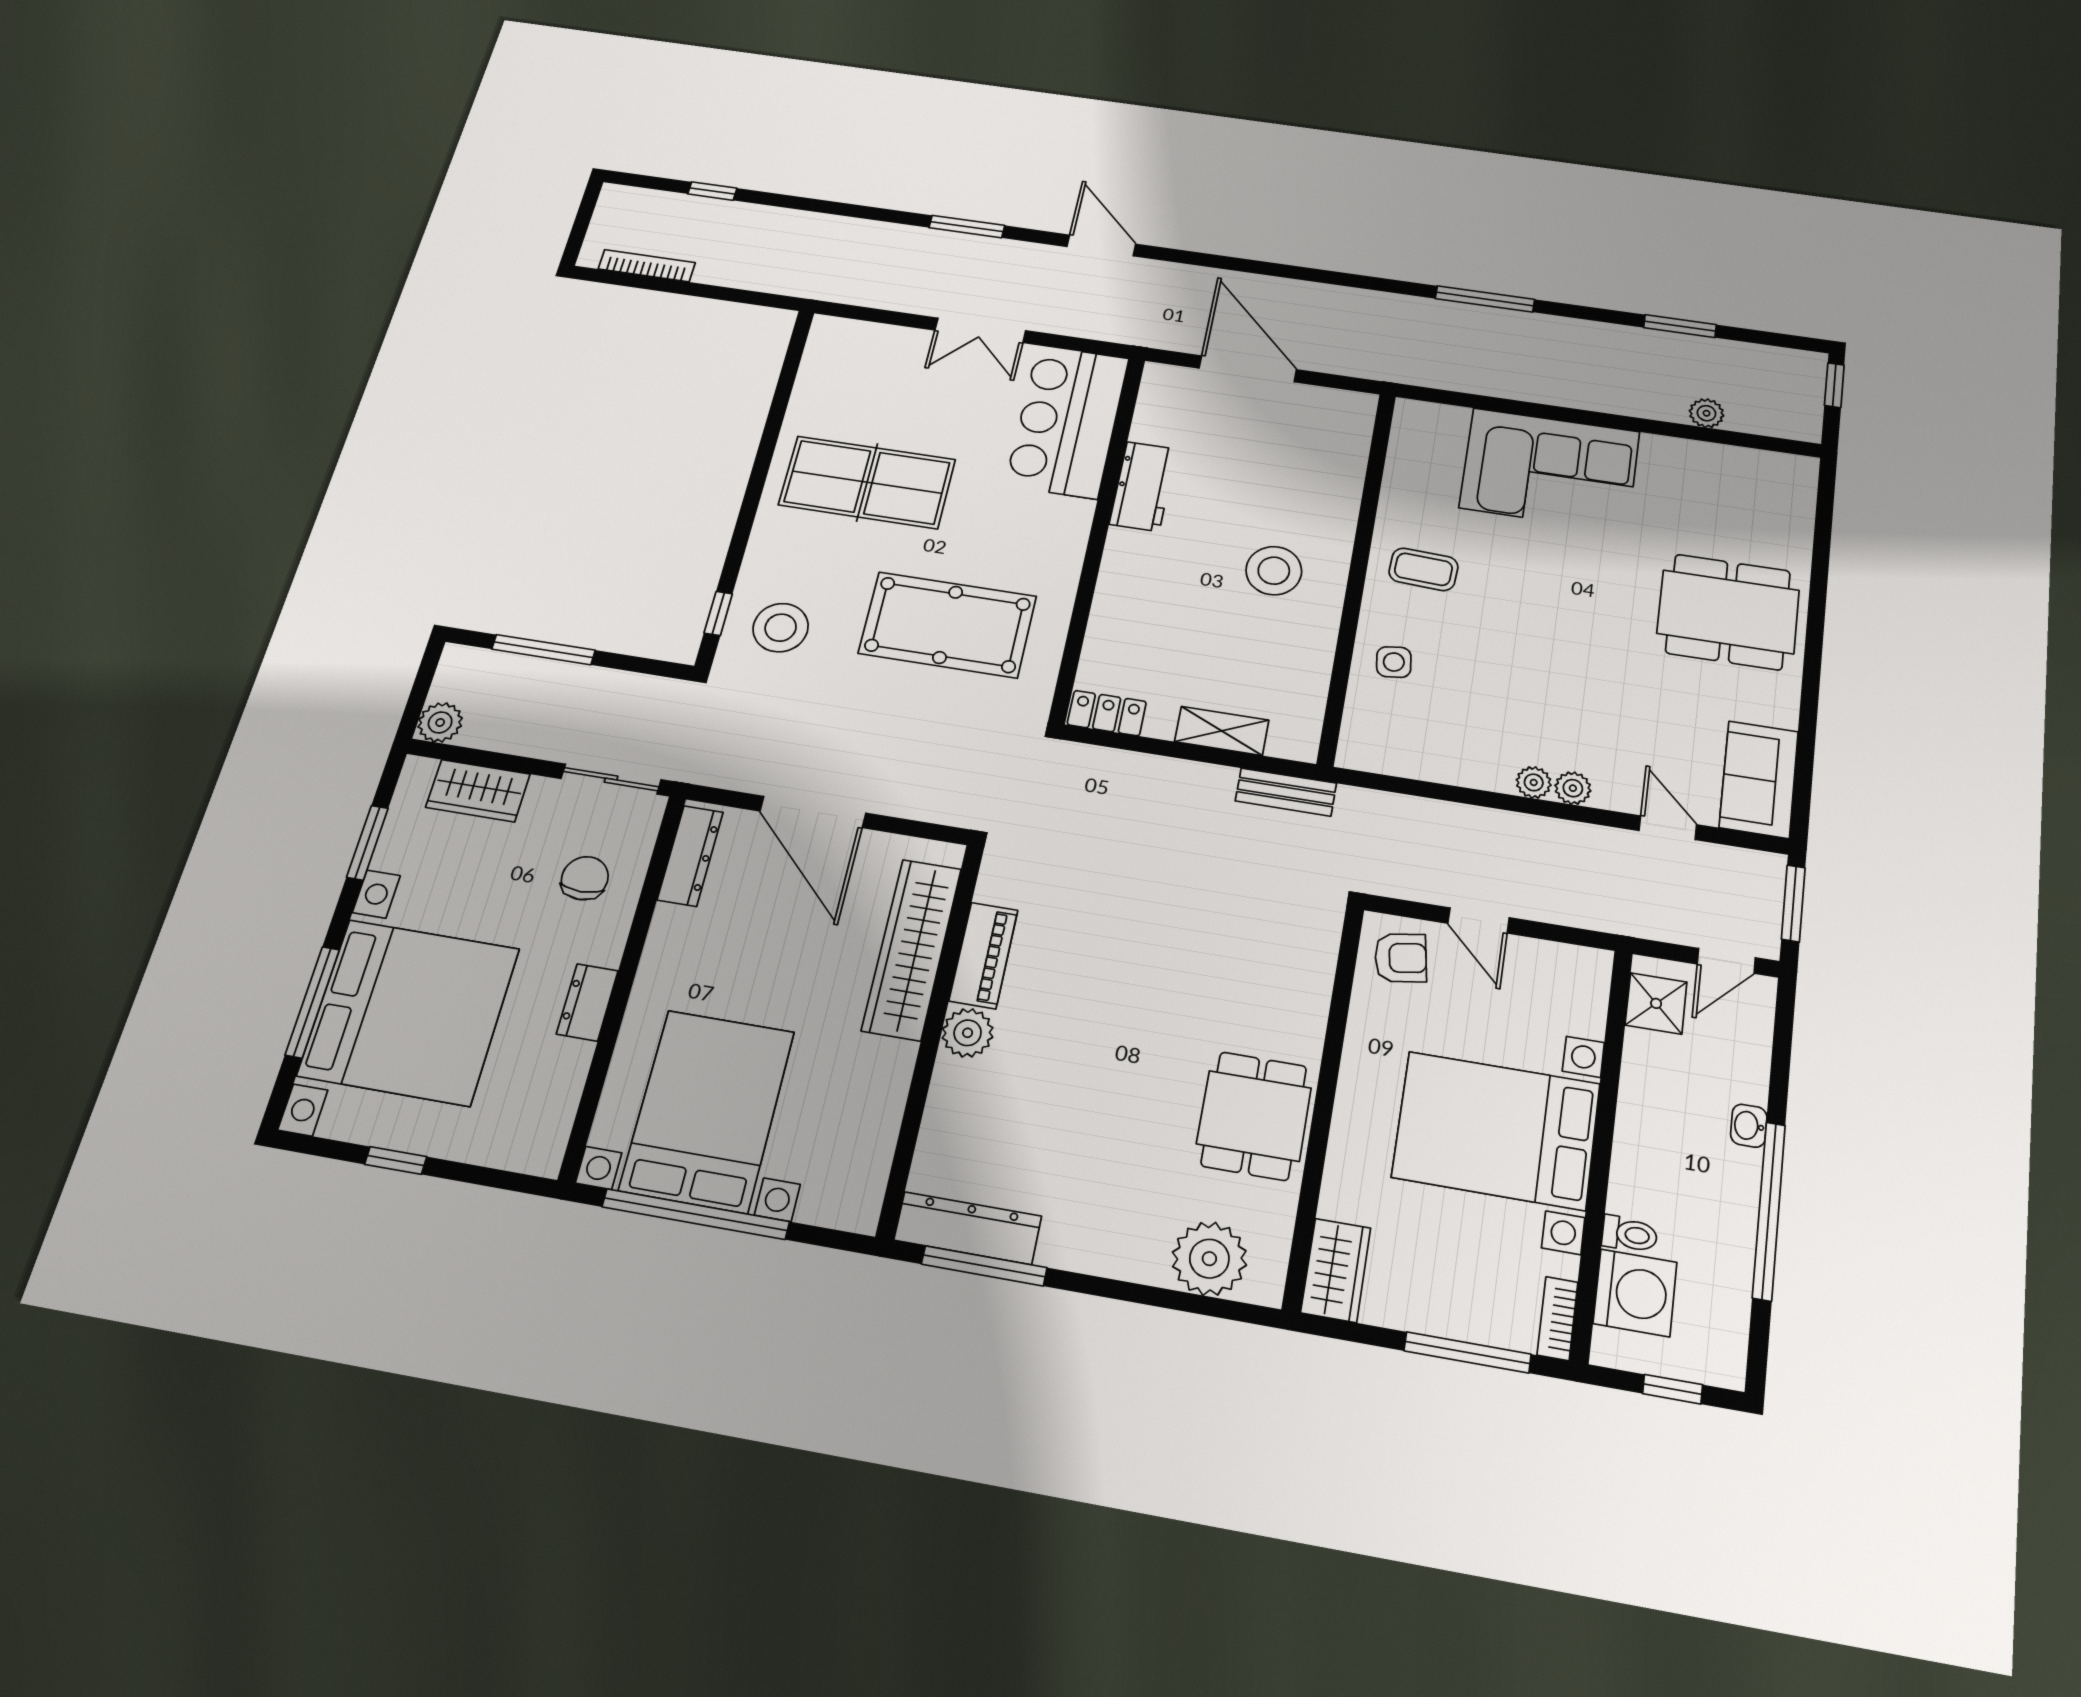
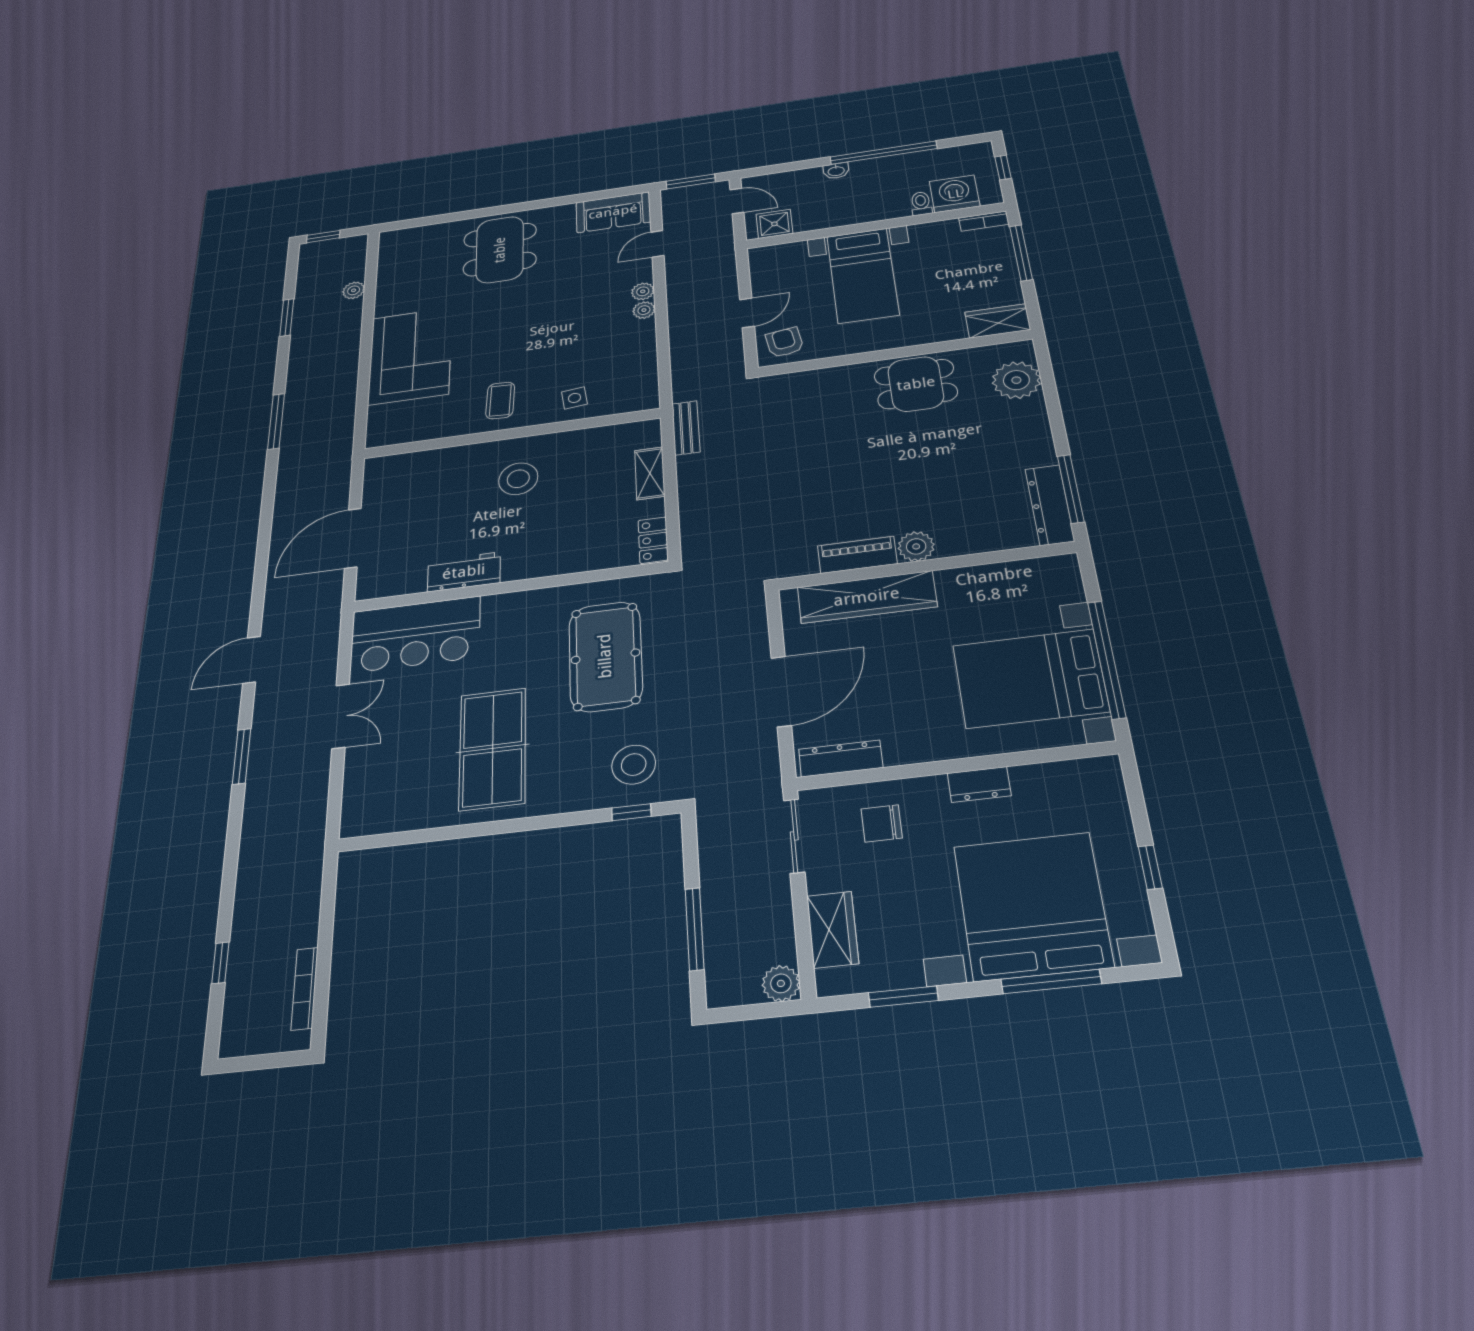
bed with nightstands: (1496, 1130) -> (863, 275), width x0.73

